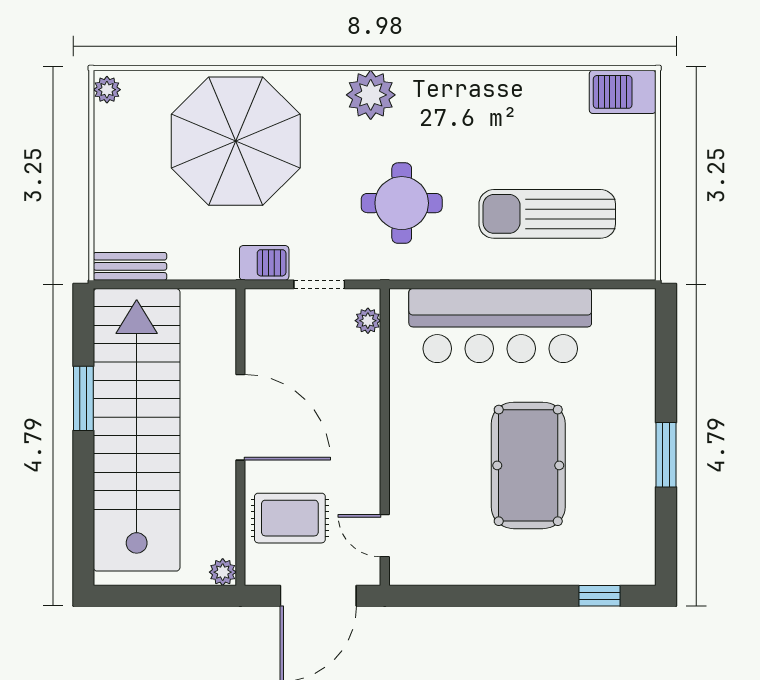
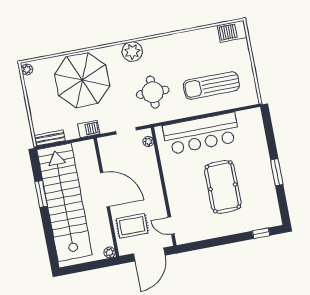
barbecue: (264, 263) -> (89, 129), moved

